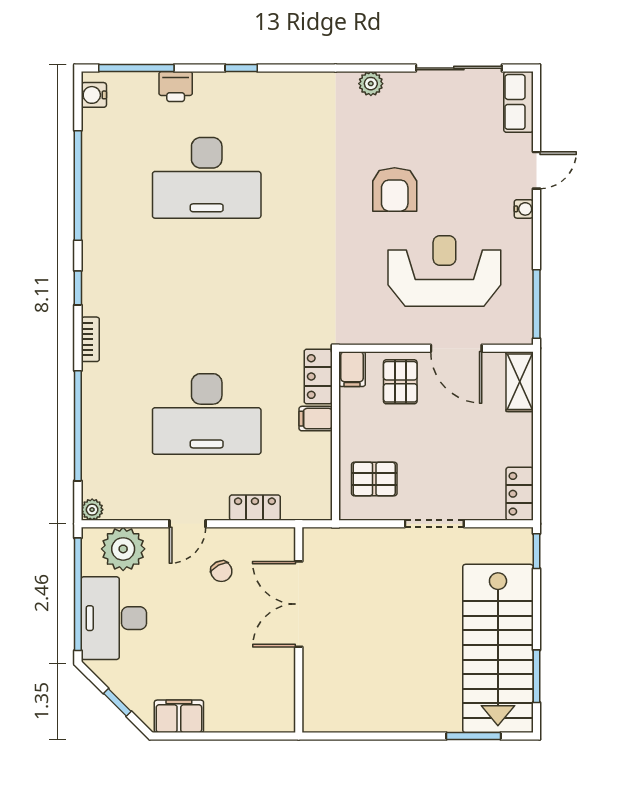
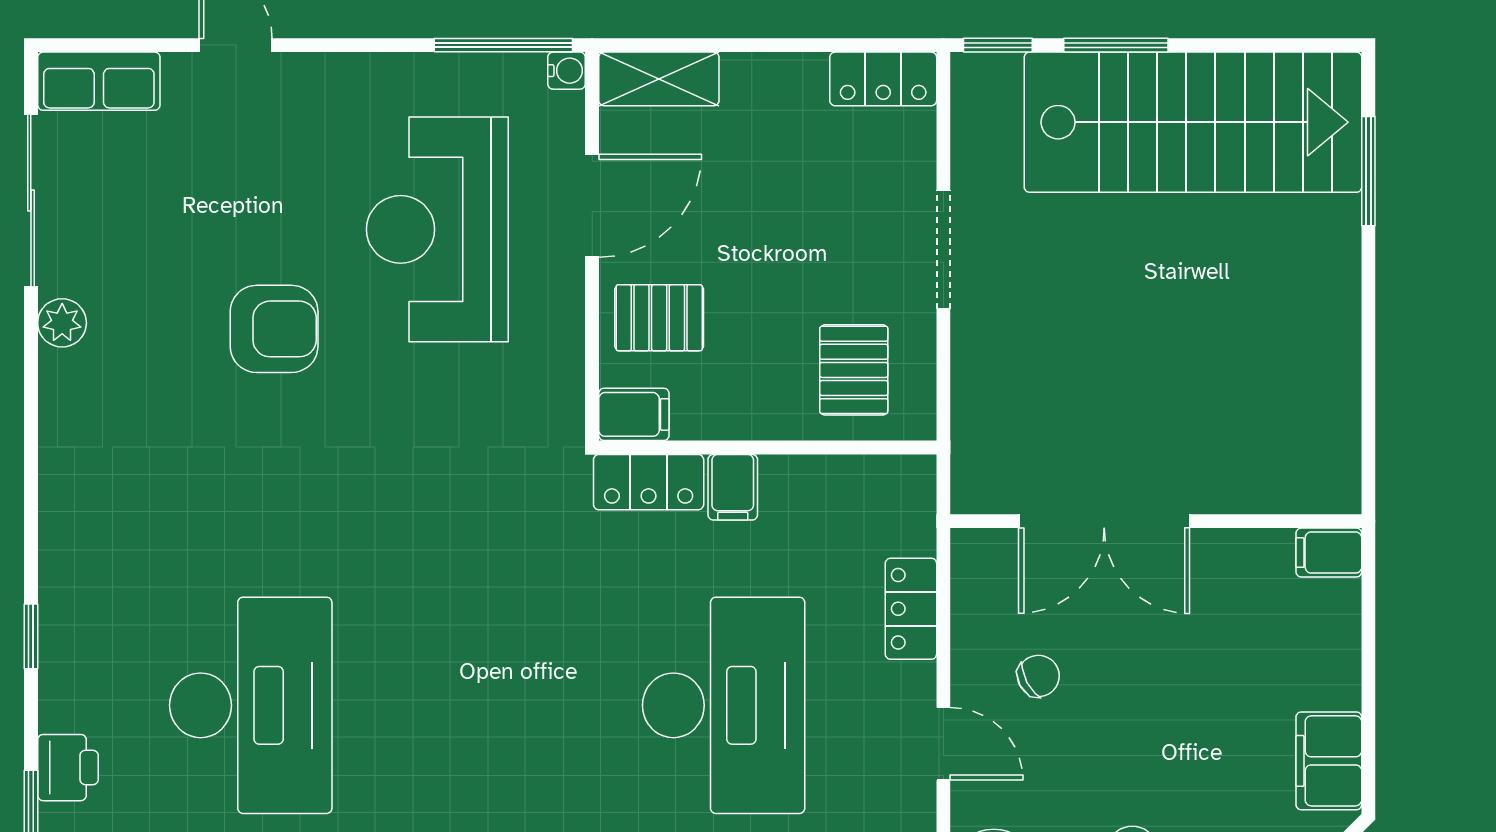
plant: (371, 84) -> (62, 323), moved
water cooler: (524, 209) -> (567, 71), moved, turned 90
window: (536, 676) -> (1116, 45), moved
filing cabinet: (283, 716) -> (1329, 553), added

